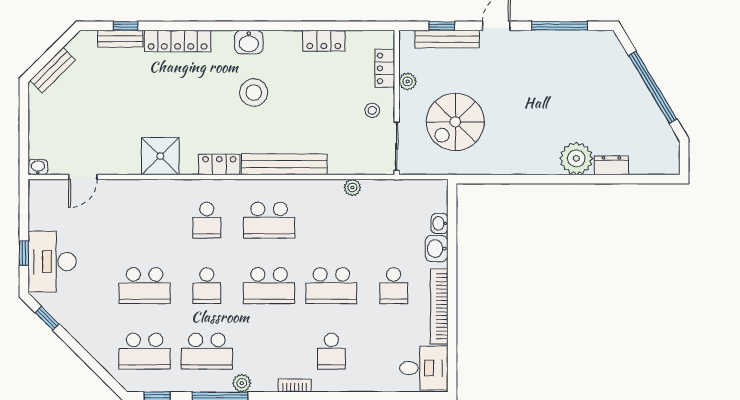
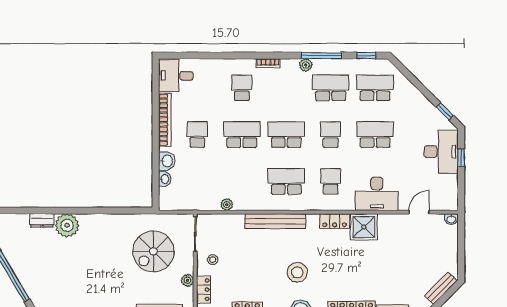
spiral stairs: (455, 122) -> (153, 251), turned 180
locker: (219, 164) -> (335, 221), moved
desk: (142, 203) -> (377, 194), added

